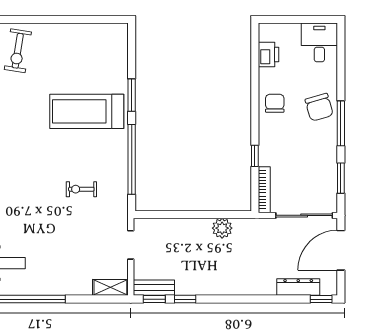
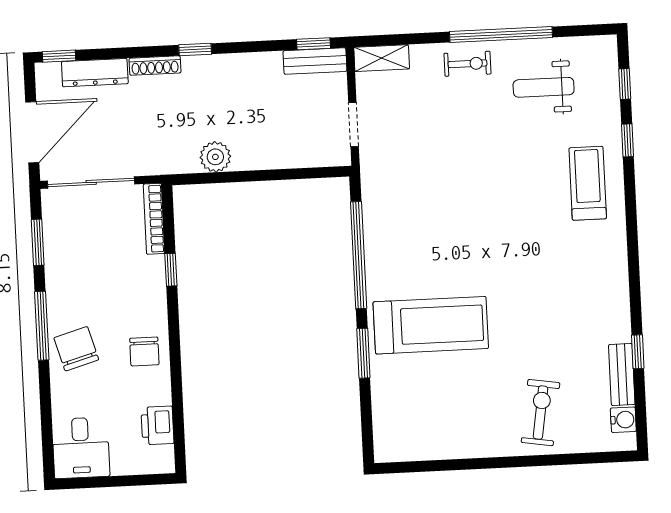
exercise bike: (81, 189) -> (467, 64), moved
shoe rack: (259, 290) -> (155, 66), added
window: (185, 299) -> (195, 50), moved

